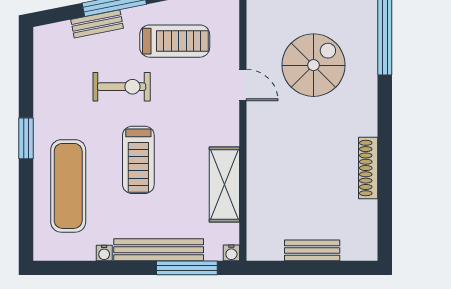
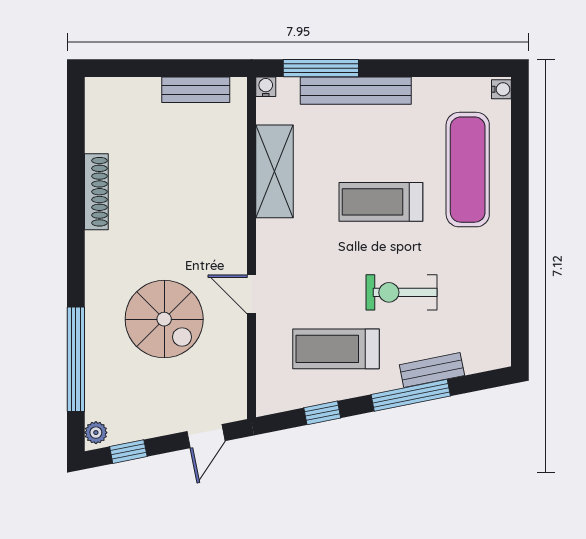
spiral stairs: (313, 65) -> (164, 319), turned -90
window: (26, 138) -> (520, 228), removed
treadmill: (138, 160) -> (381, 202), turned -90
bench: (312, 250) -> (196, 90), moved
water cooler: (104, 253) -> (501, 89), moved, turned 90

